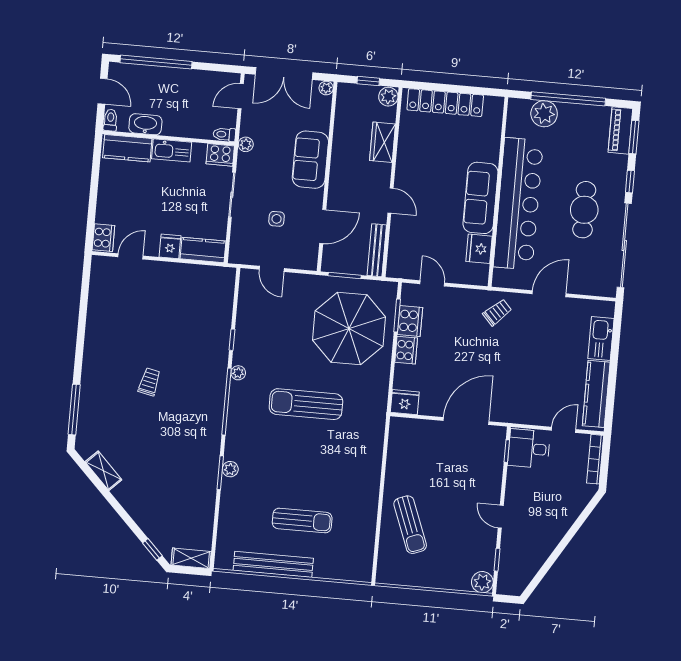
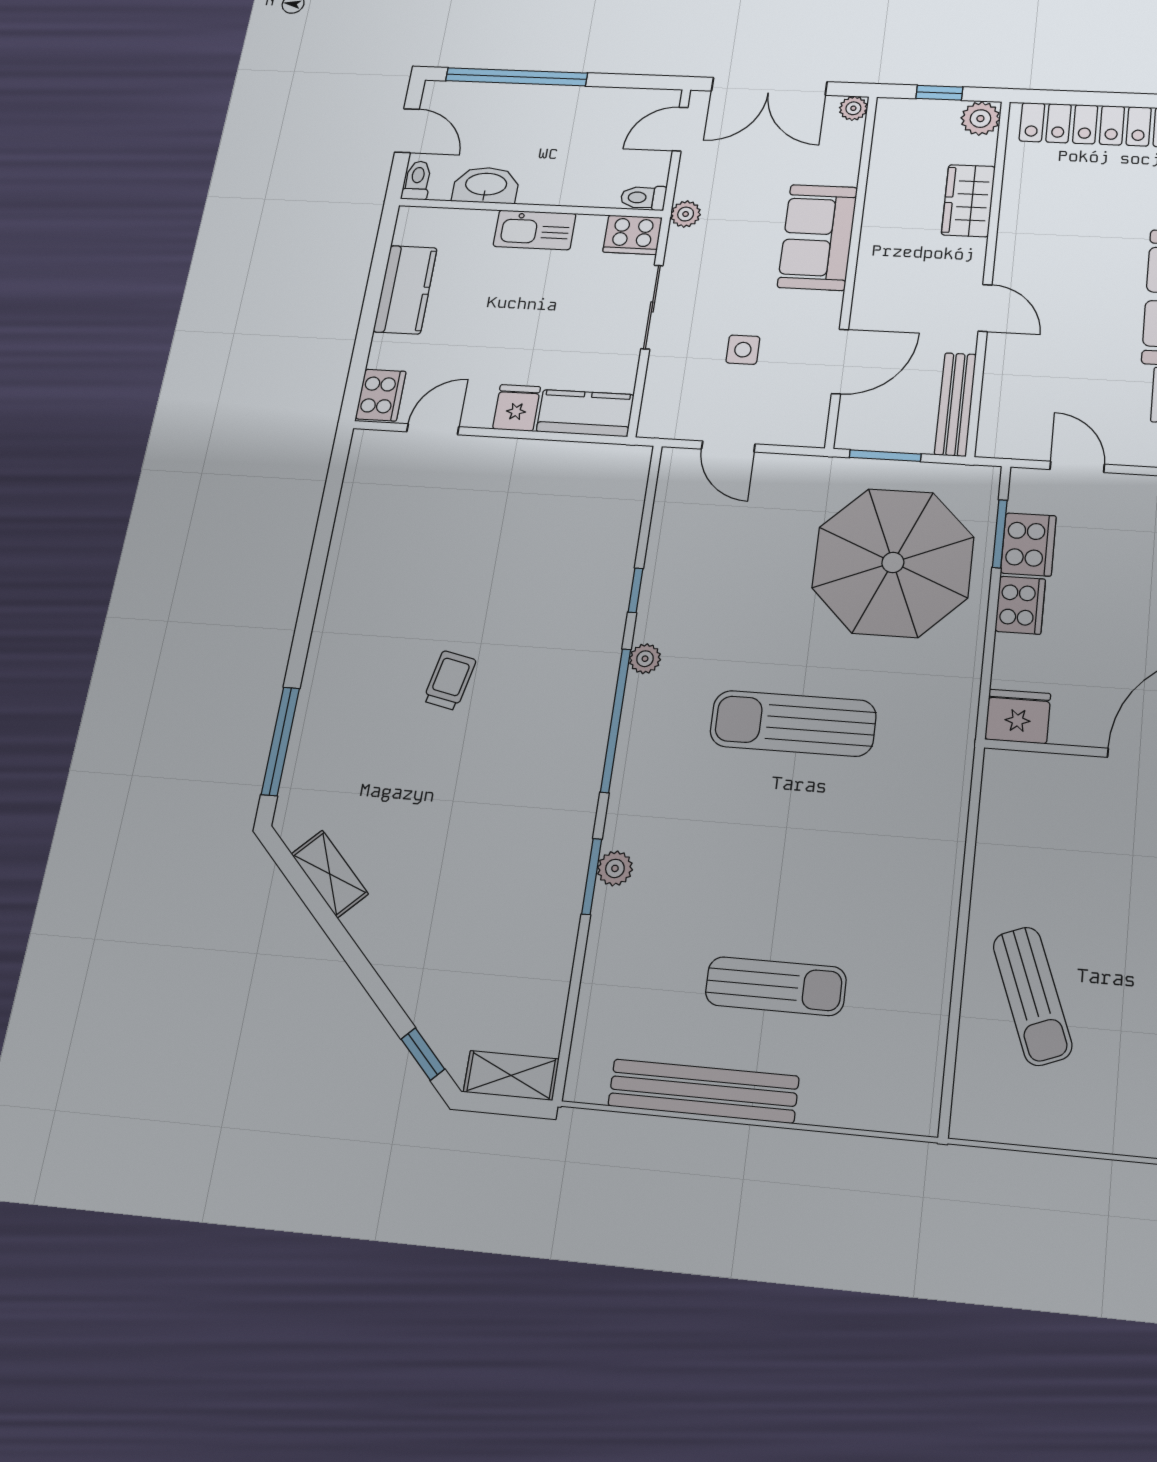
kitchen counter: (127, 148) -> (405, 290), moved, turned -90

